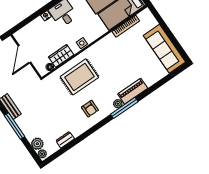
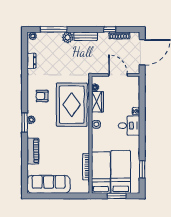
rug: (79, 77) -> (72, 105), width x1.37, depth x1.44
piano: (133, 91) -> (33, 151), moved
window: (124, 108) -> (25, 123), width x0.69
window: (14, 126) -> (54, 29), moved
plant: (37, 144) -> (68, 37), moved

